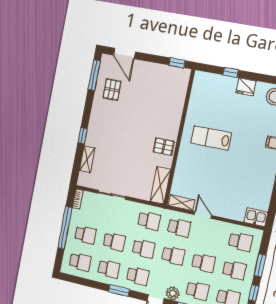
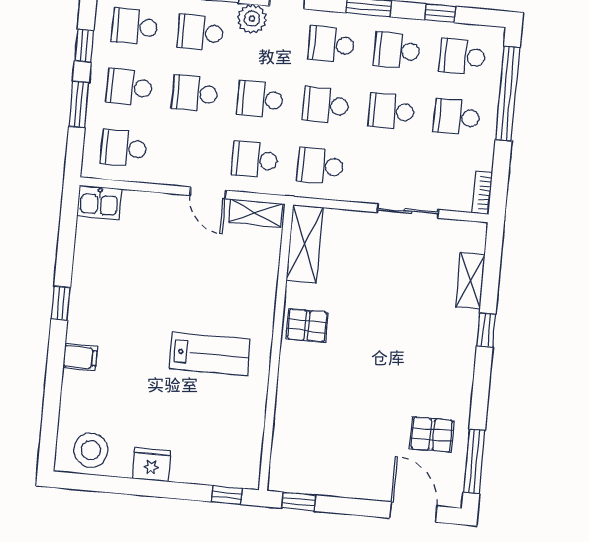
window: (231, 72) -> (227, 495), moved
pallet: (112, 90) -> (432, 434), turned 90
window: (65, 228) -> (508, 93), moved
window: (88, 283) -> (440, 13), added

